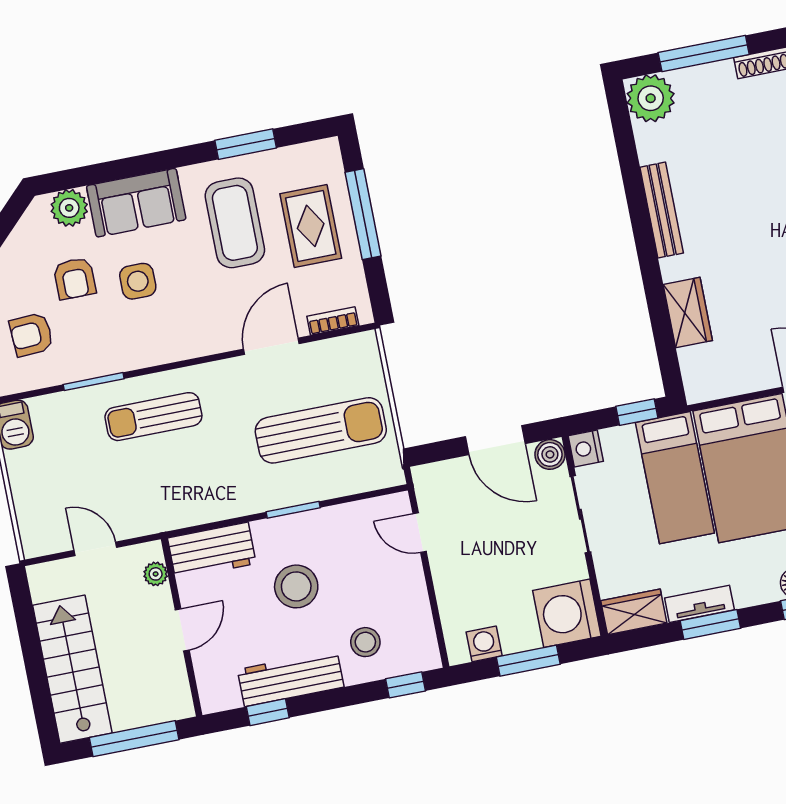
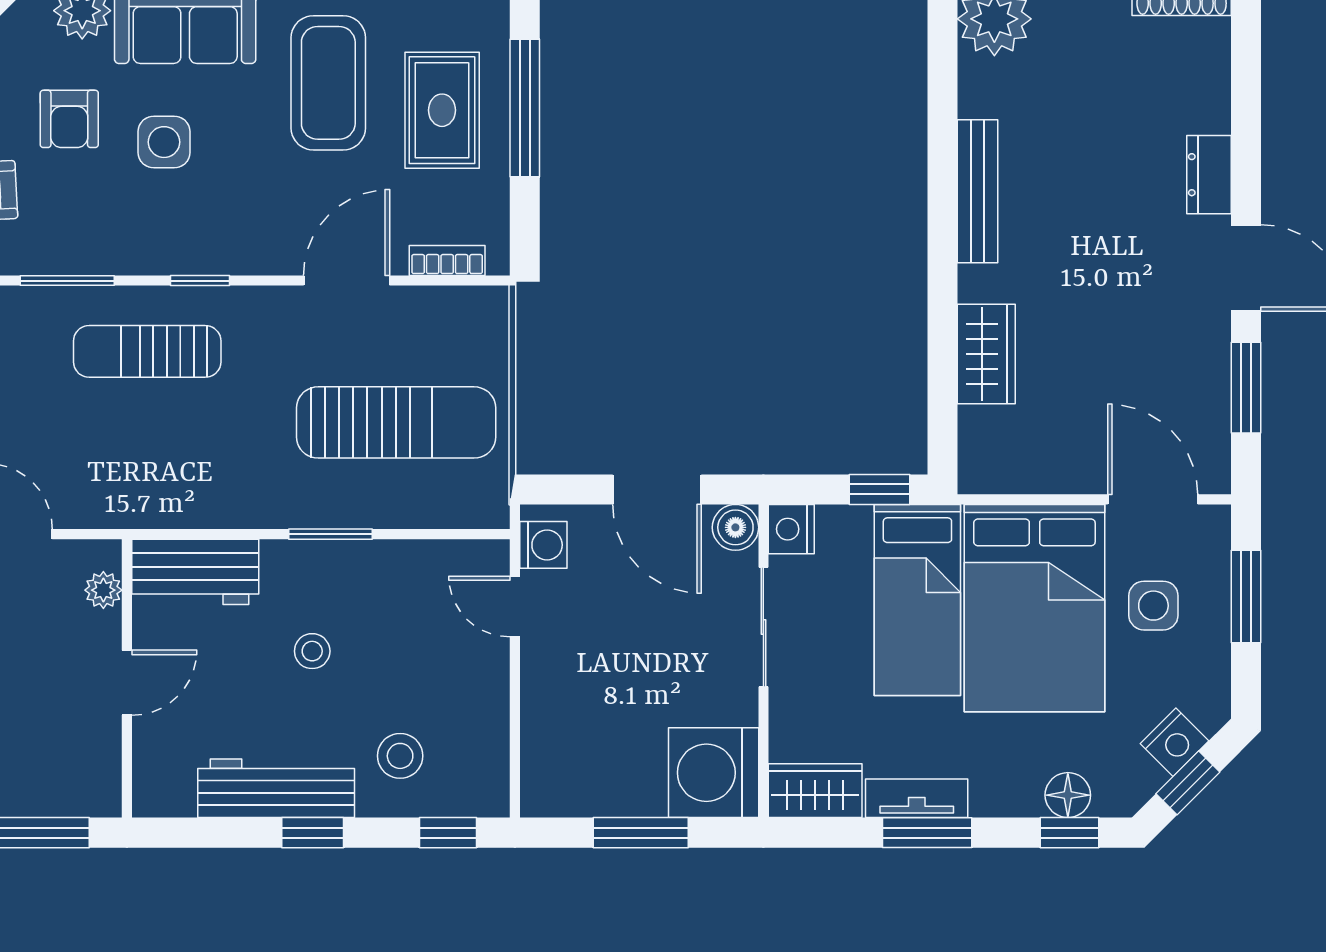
window: (178, 365) -> (200, 281), added
stool: (296, 586) -> (312, 651), width x0.53, depth x0.53
washing machine: (484, 644) -> (543, 545), moved, turned 90
window: (268, 712) -> (313, 833), moved

